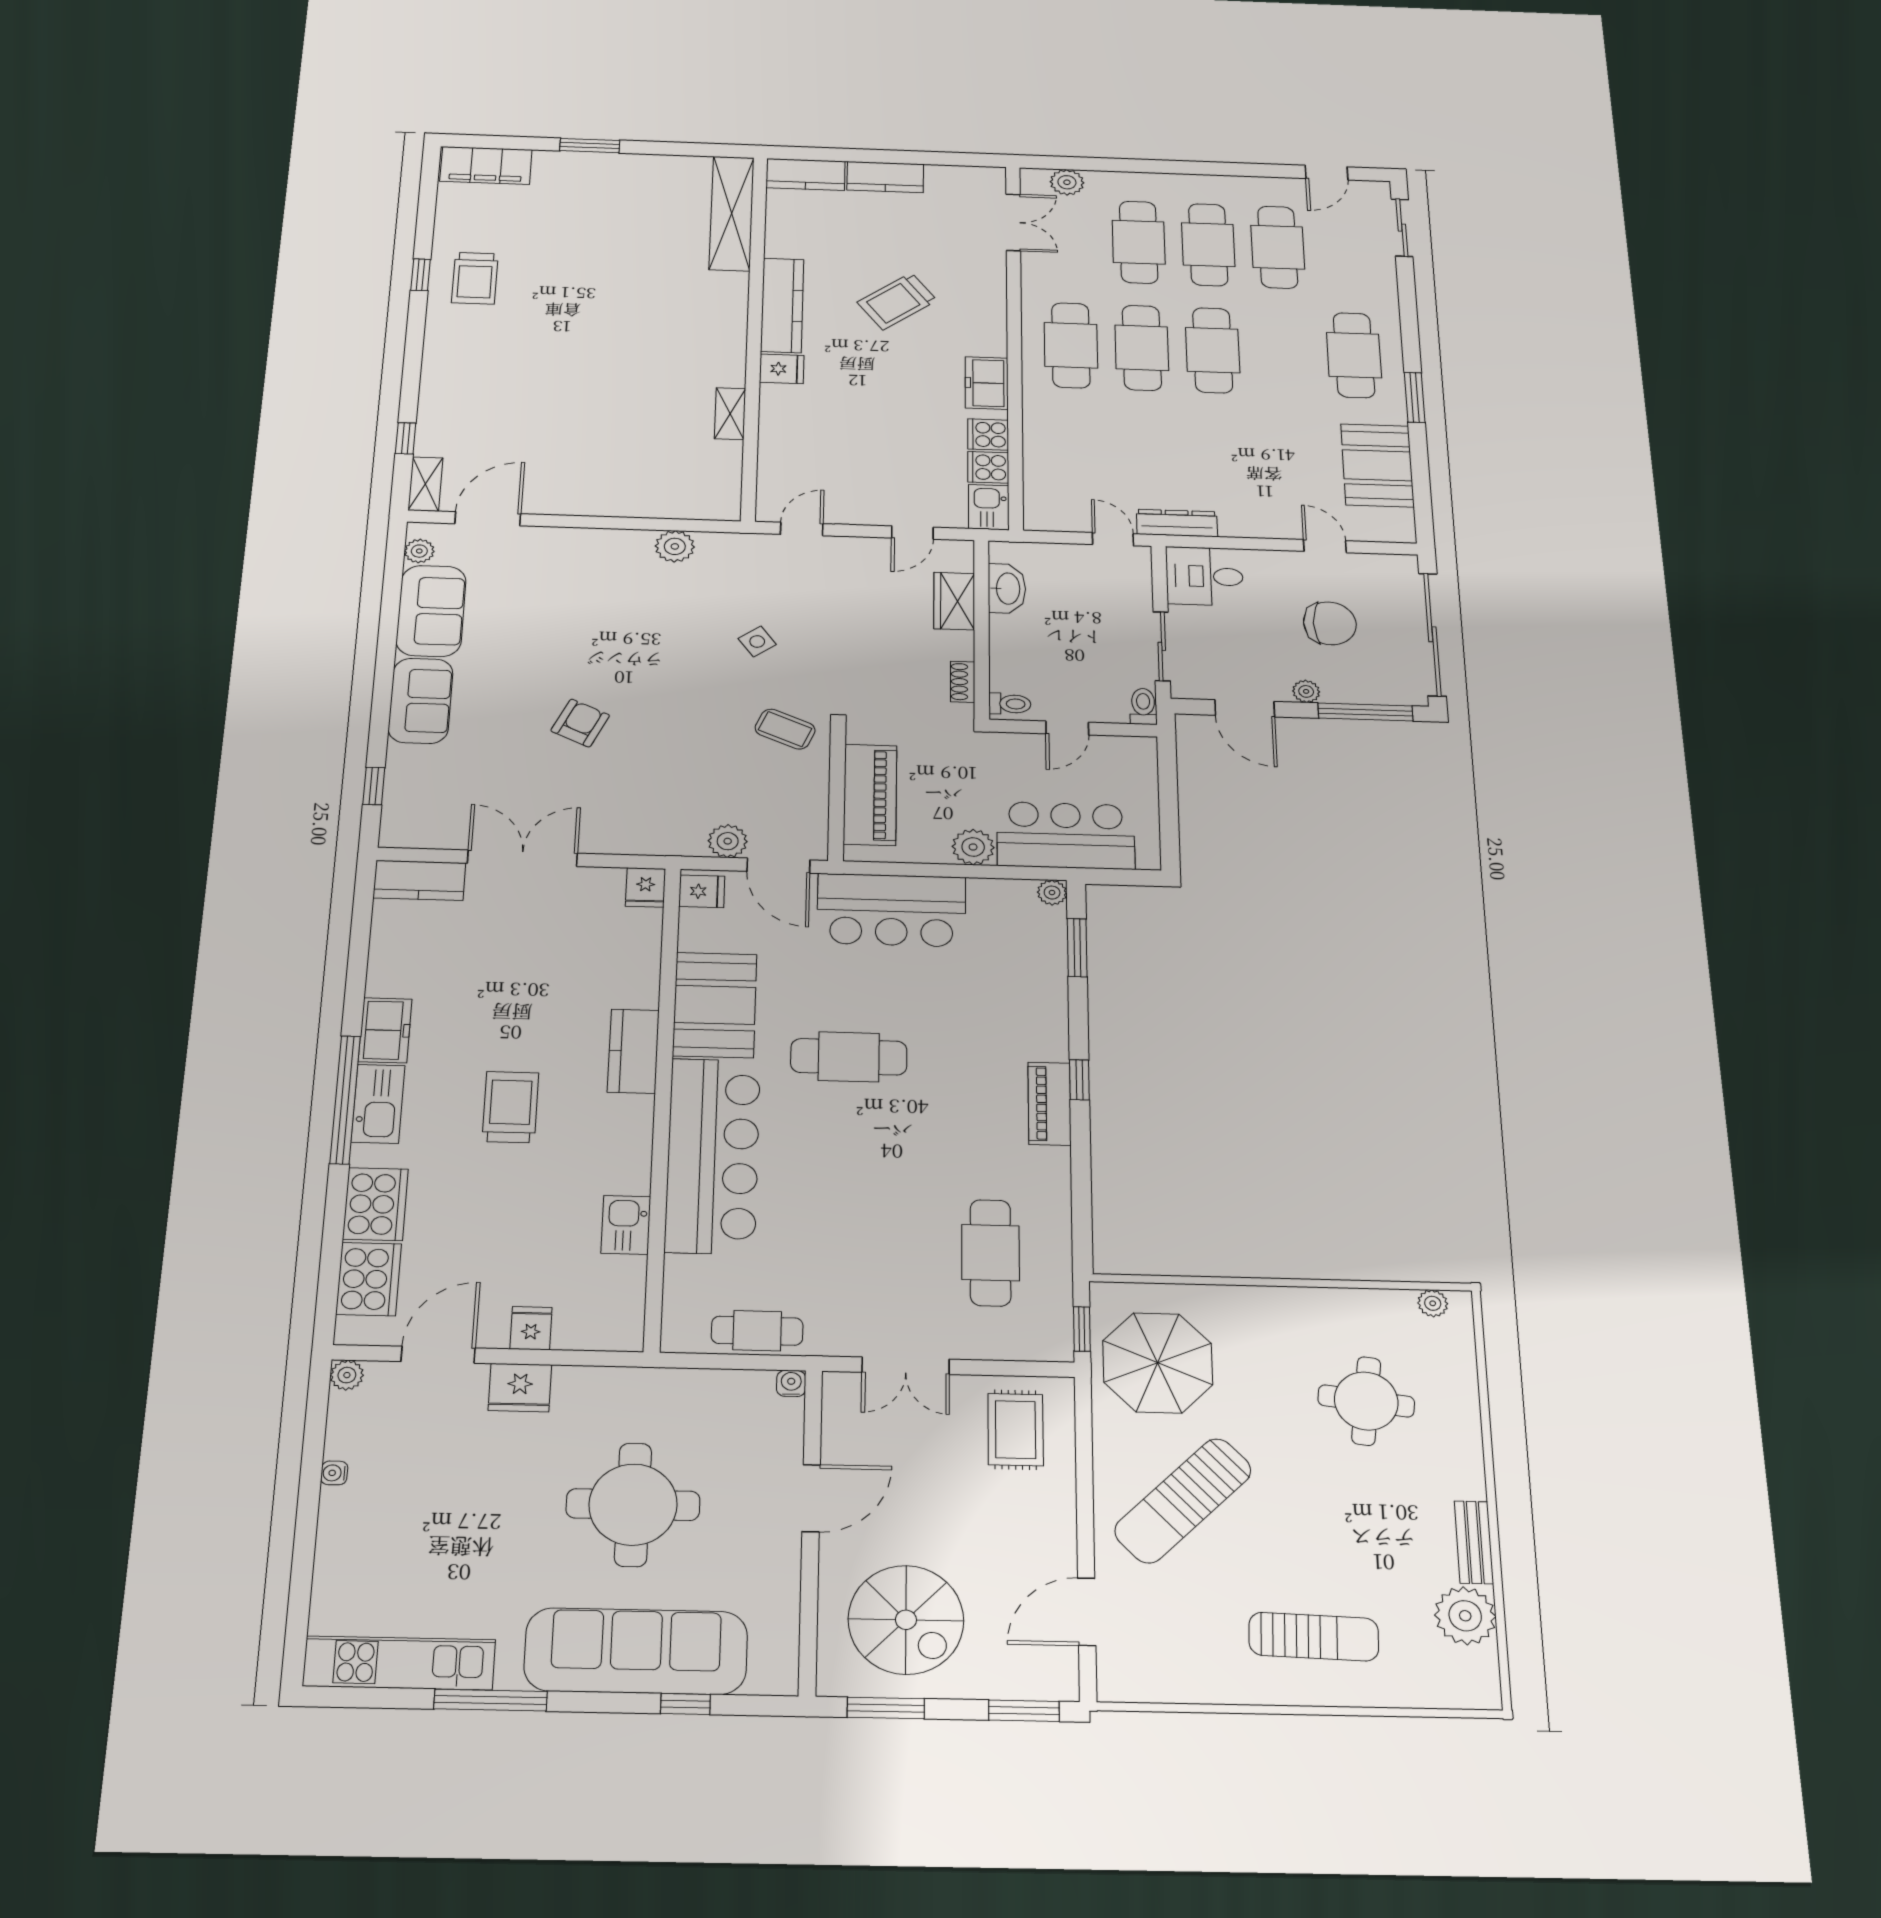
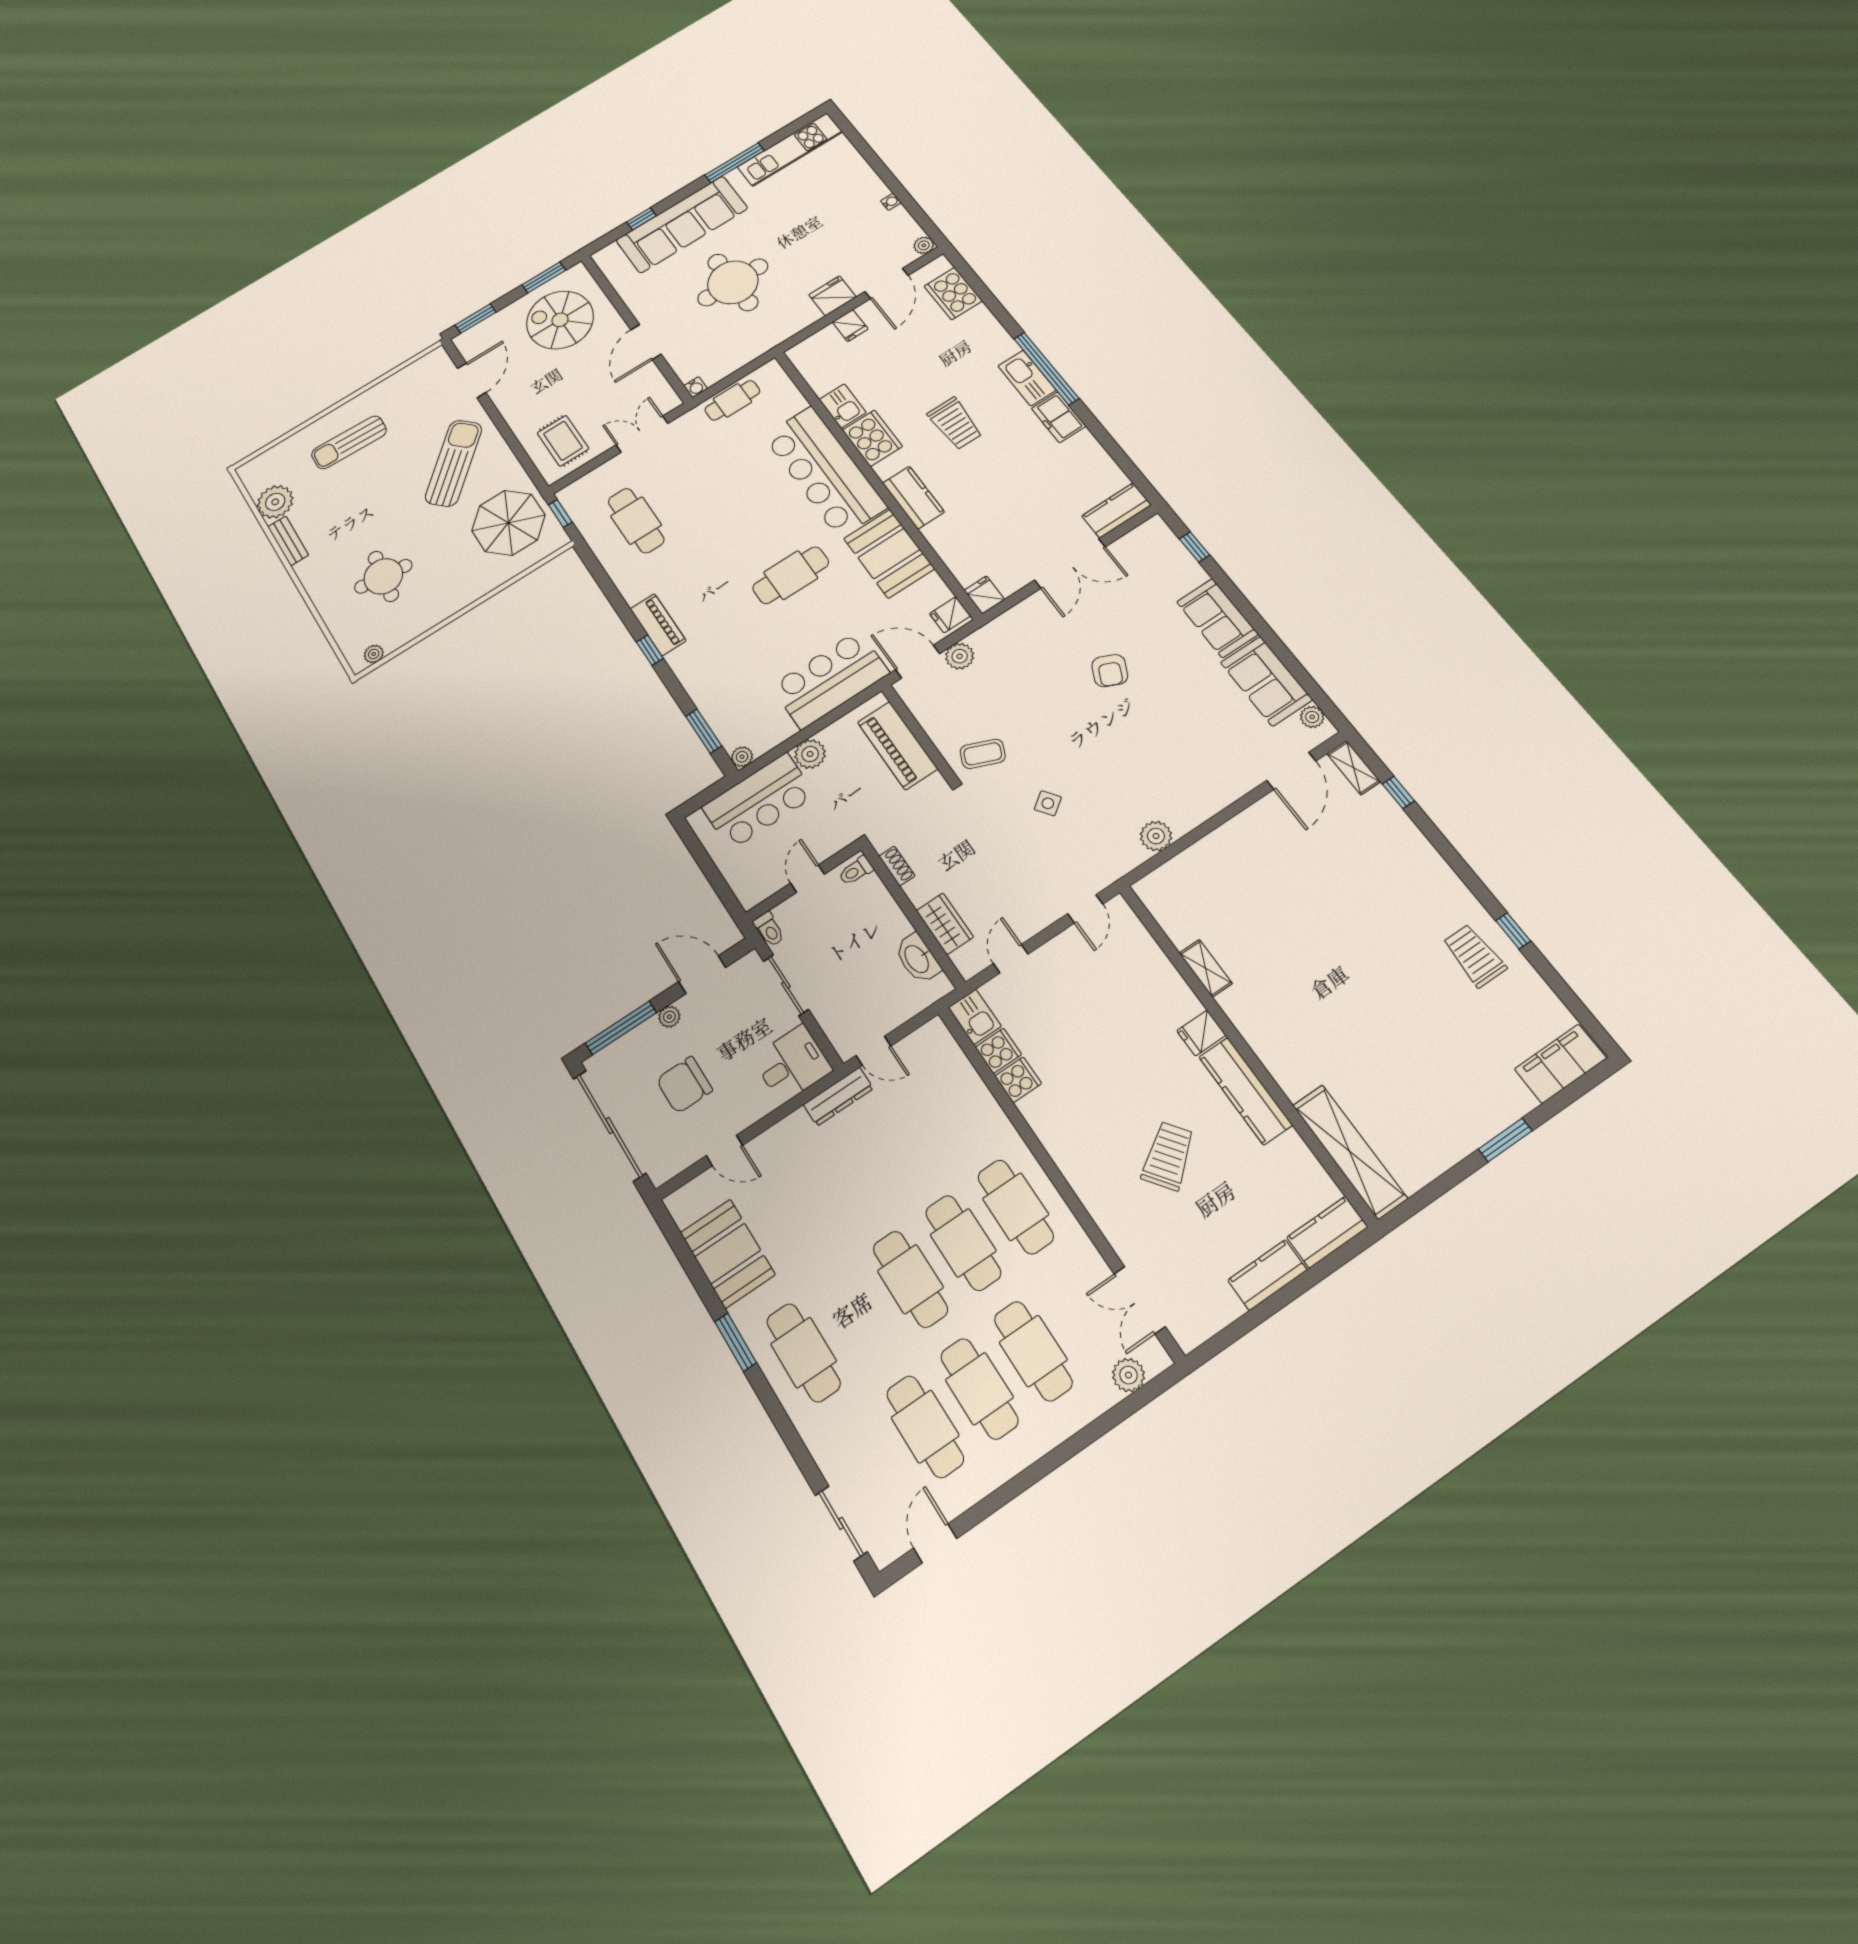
freezer: (987, 383) -> (1051, 1126), removed
cooker: (375, 1204) -> (872, 438), moved, turned 180

